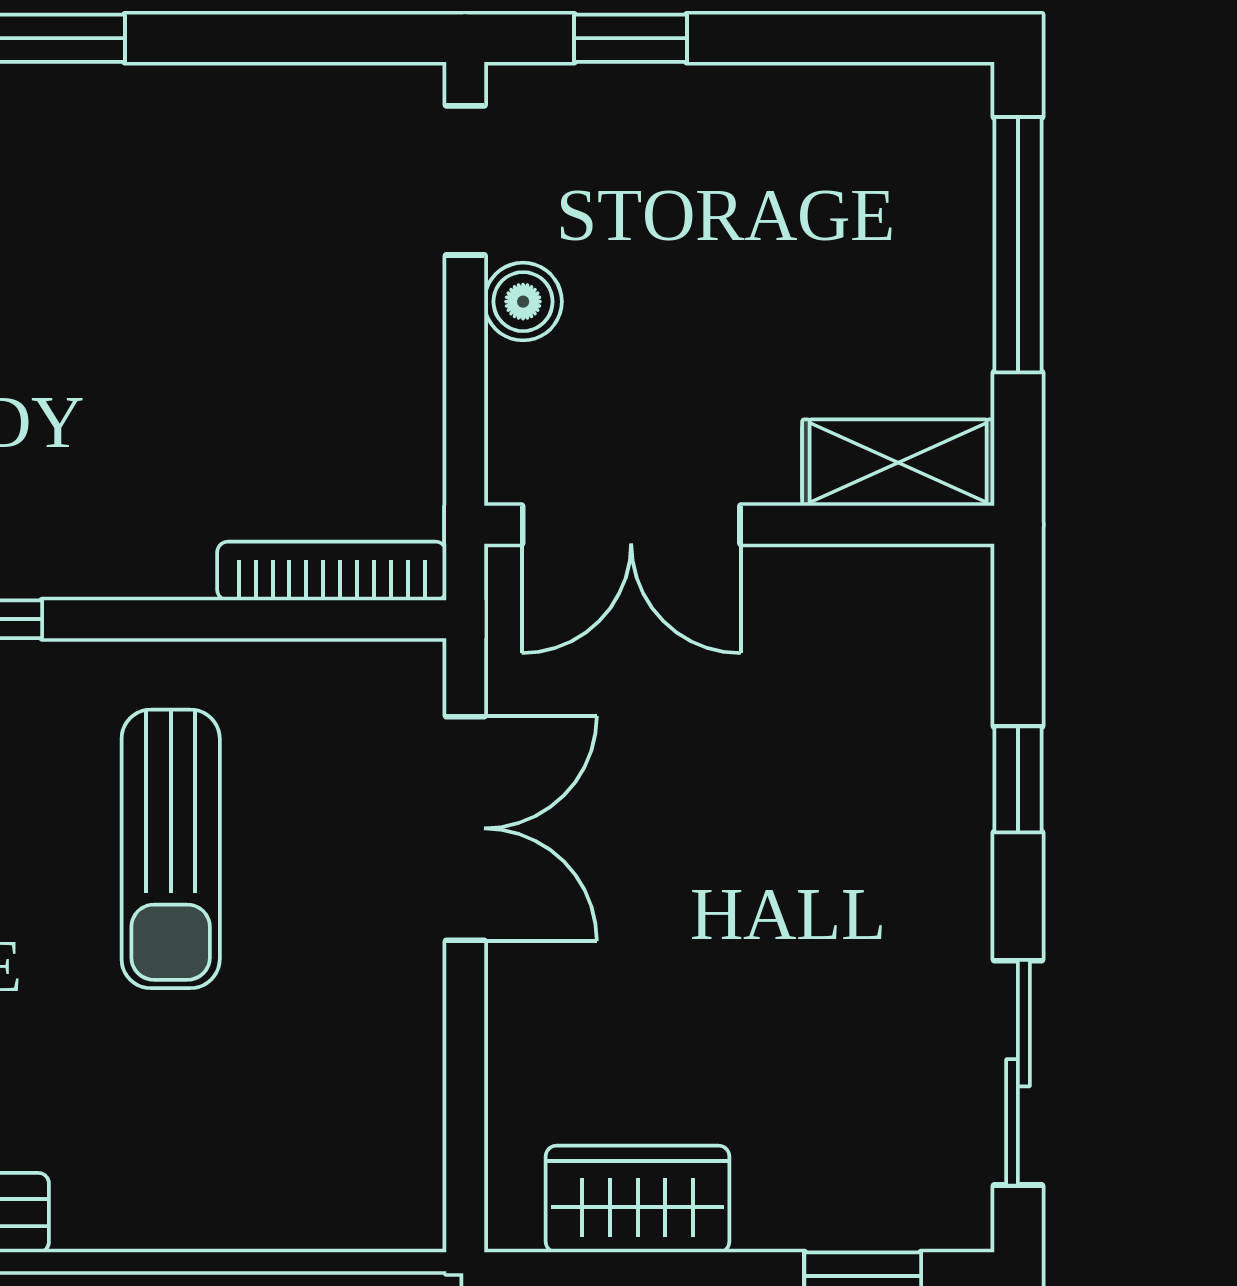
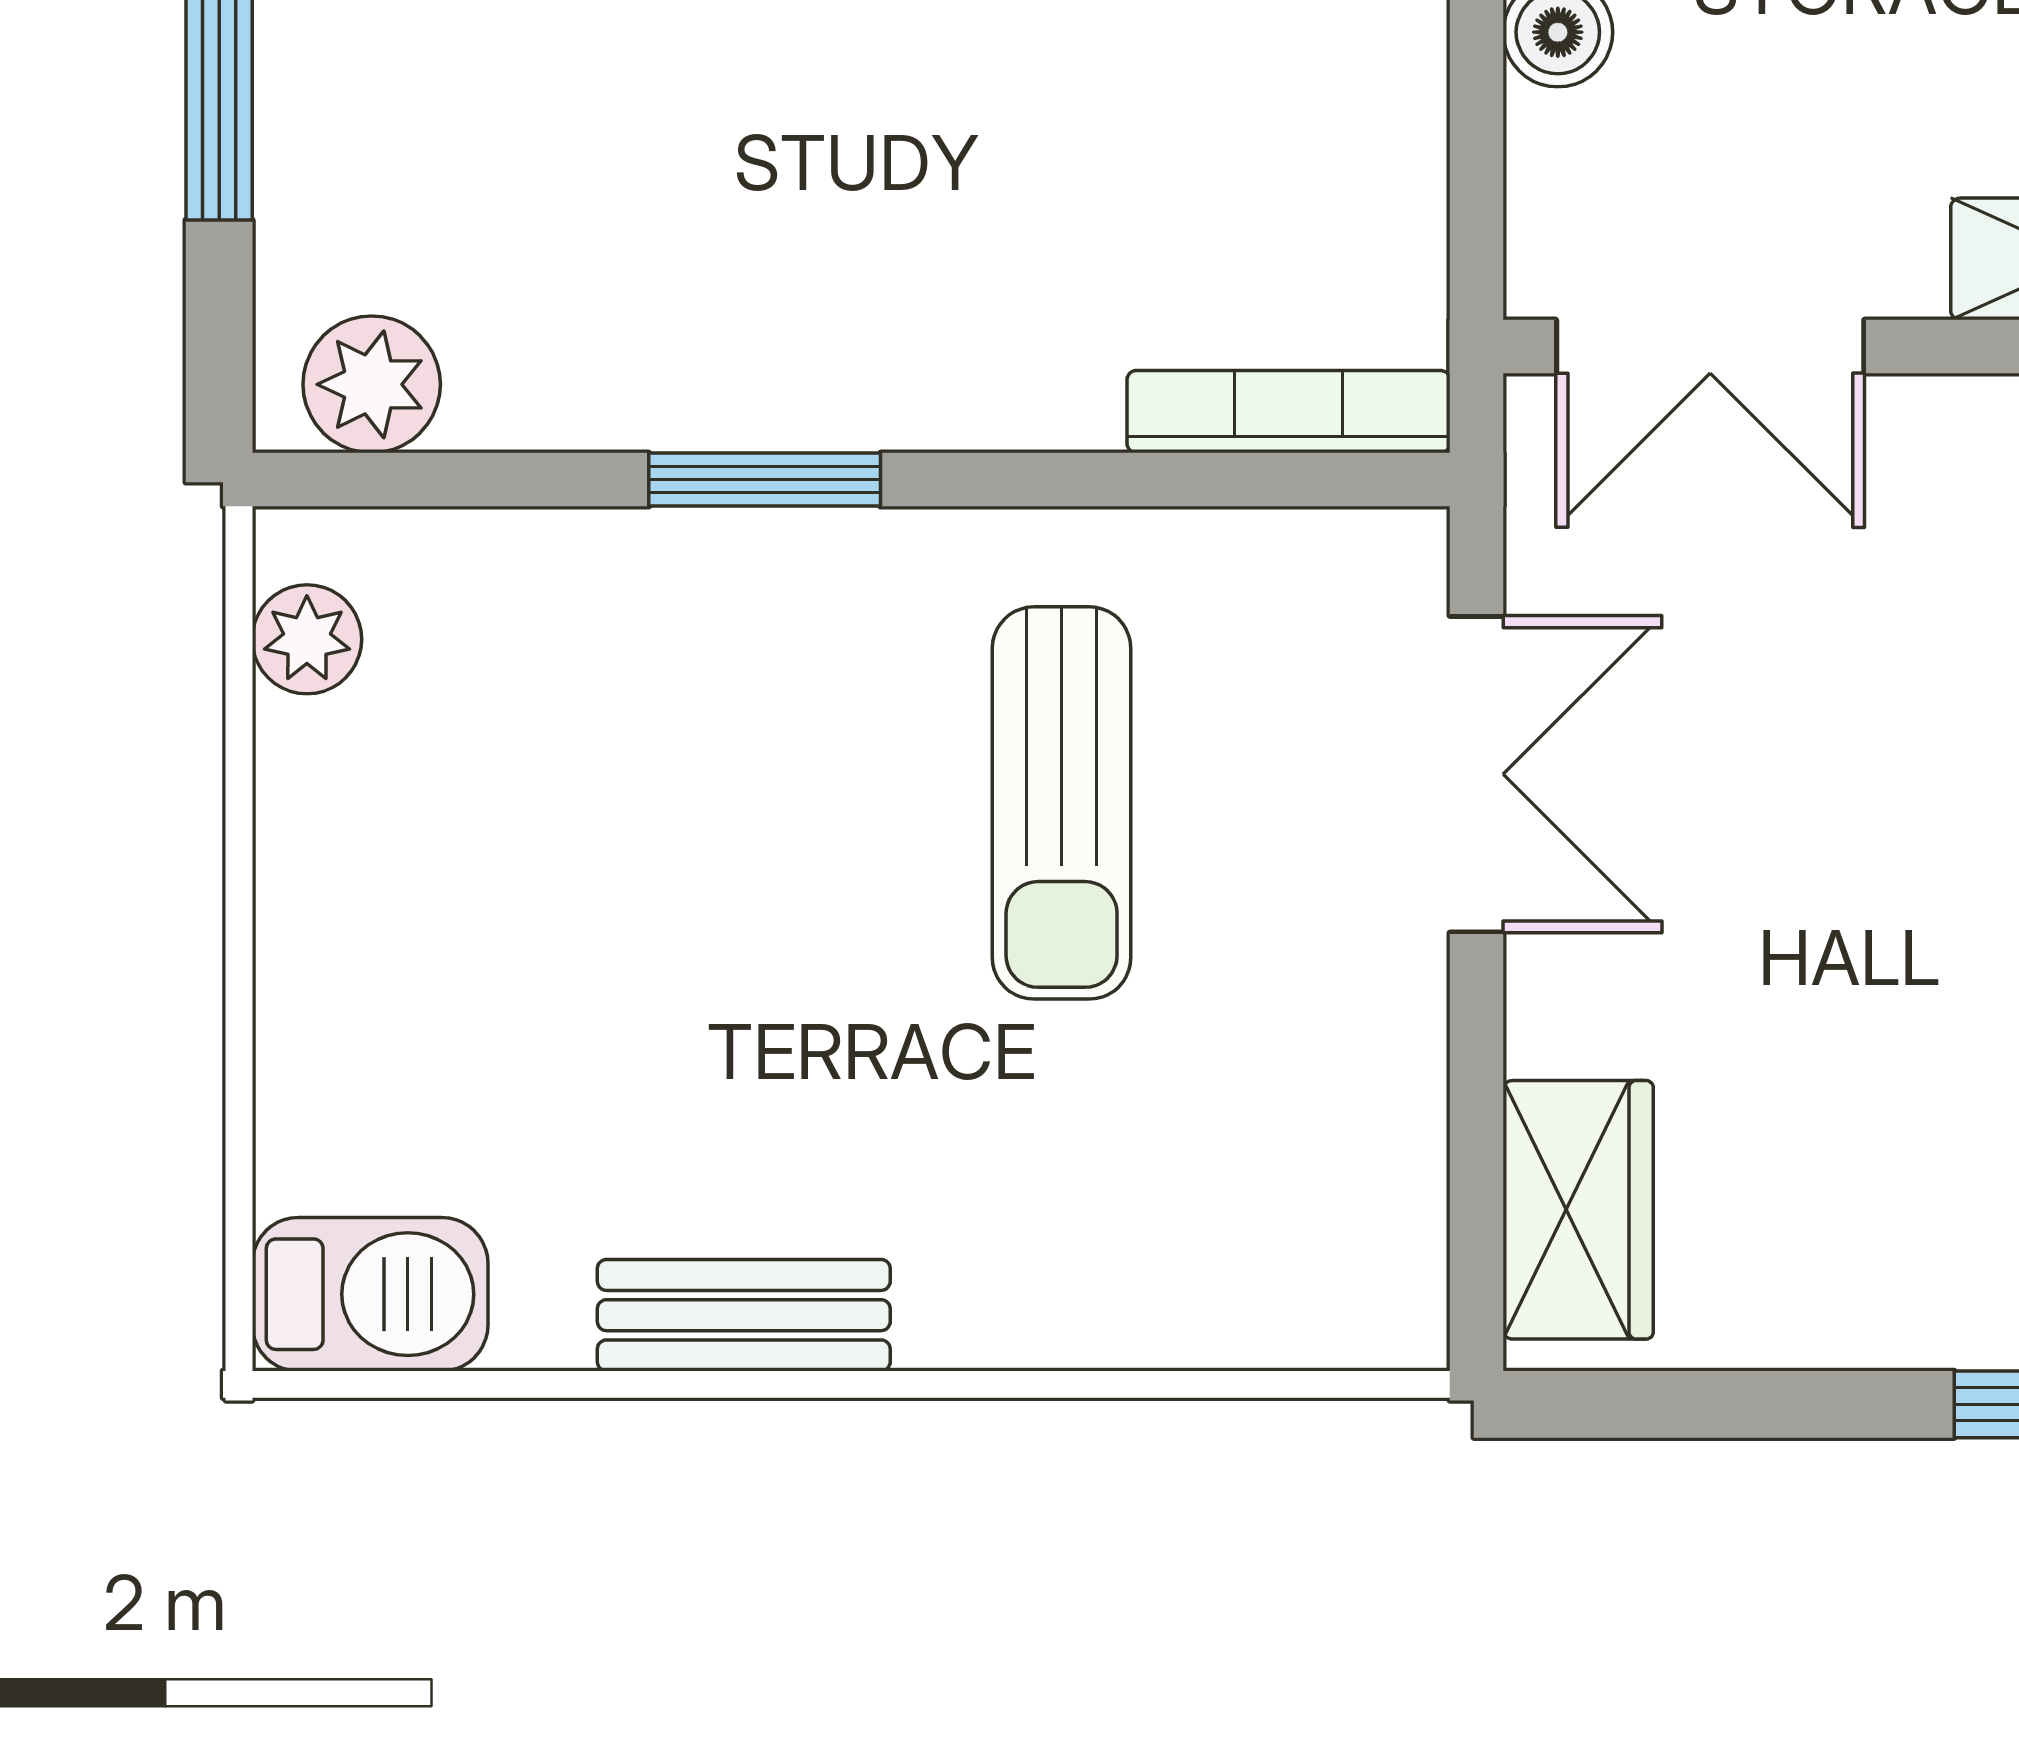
wardrobe: (638, 1199) -> (1578, 1210), moved, turned 90

